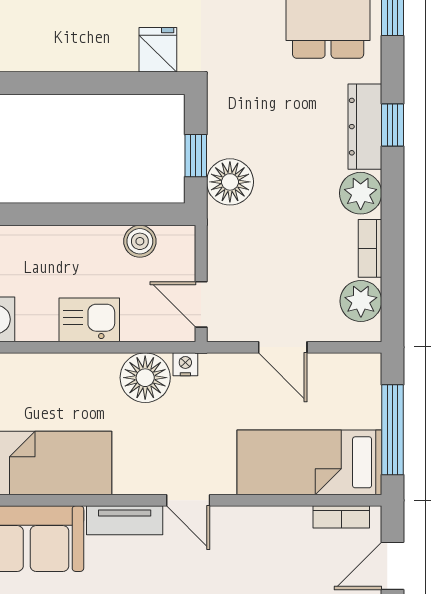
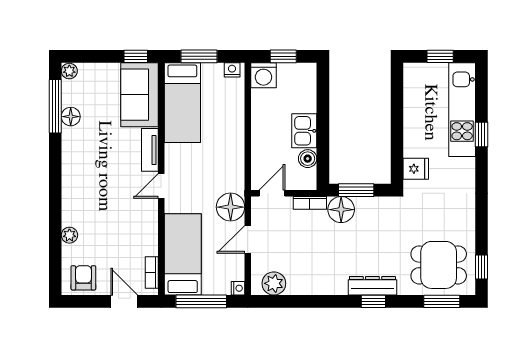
window: (196, 156) -> (356, 190), width x1.50
plant: (361, 193) -> (335, 283), removed
bookcase: (370, 248) -> (310, 203), moved, turned 180
kitchen sink: (89, 320) -> (304, 131), moved, turned 180
nightstand: (185, 364) -> (238, 288), moved
floor lamp: (145, 378) -> (231, 207), moved

